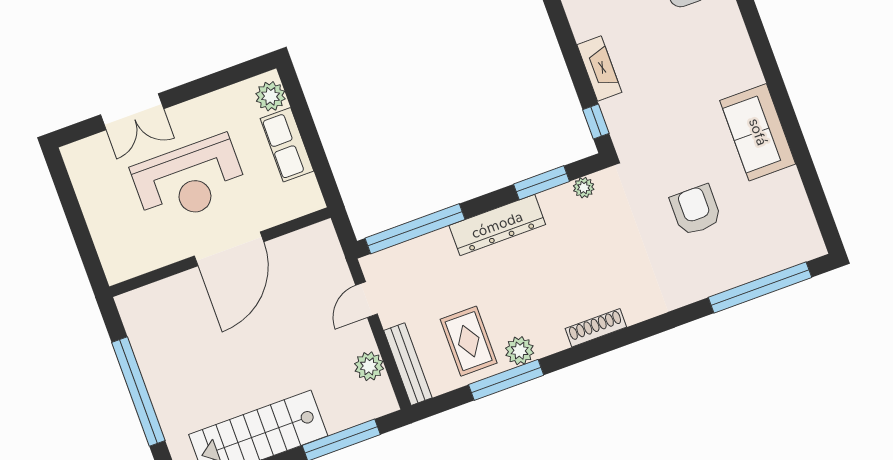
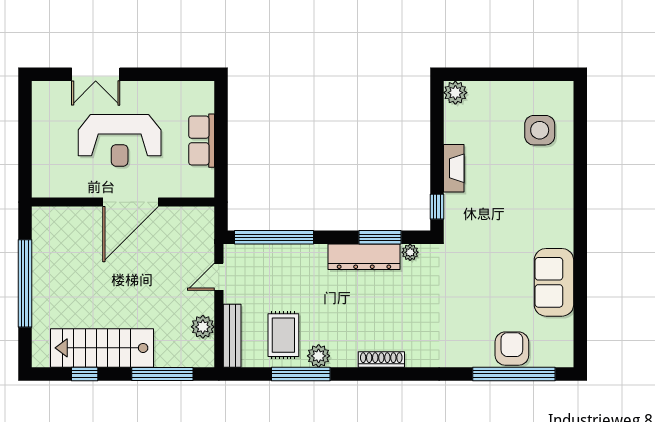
plant: (270, 96) -> (203, 100), removed
sofa: (758, 132) -> (554, 282), moved
armchair: (696, 210) -> (512, 349), moved
dresser: (497, 225) -> (364, 257), moved

